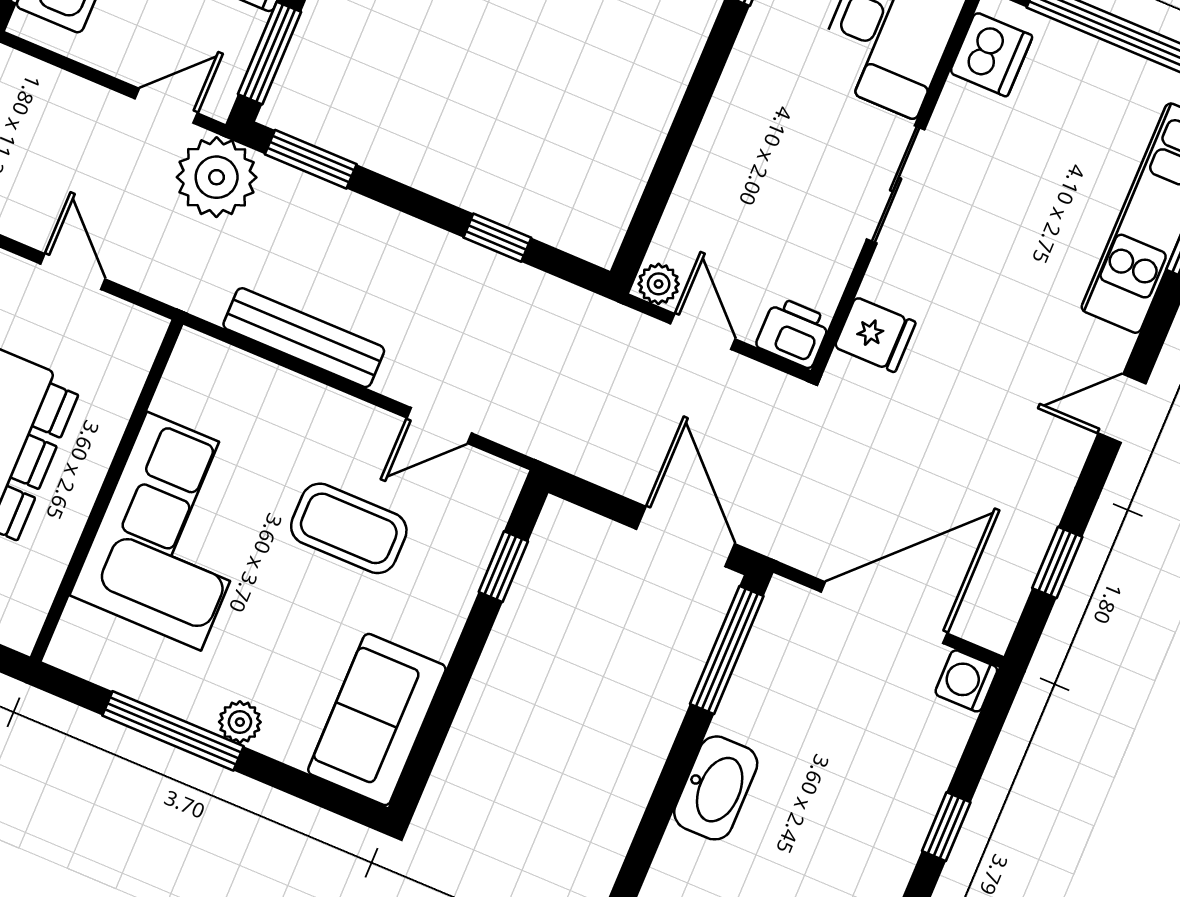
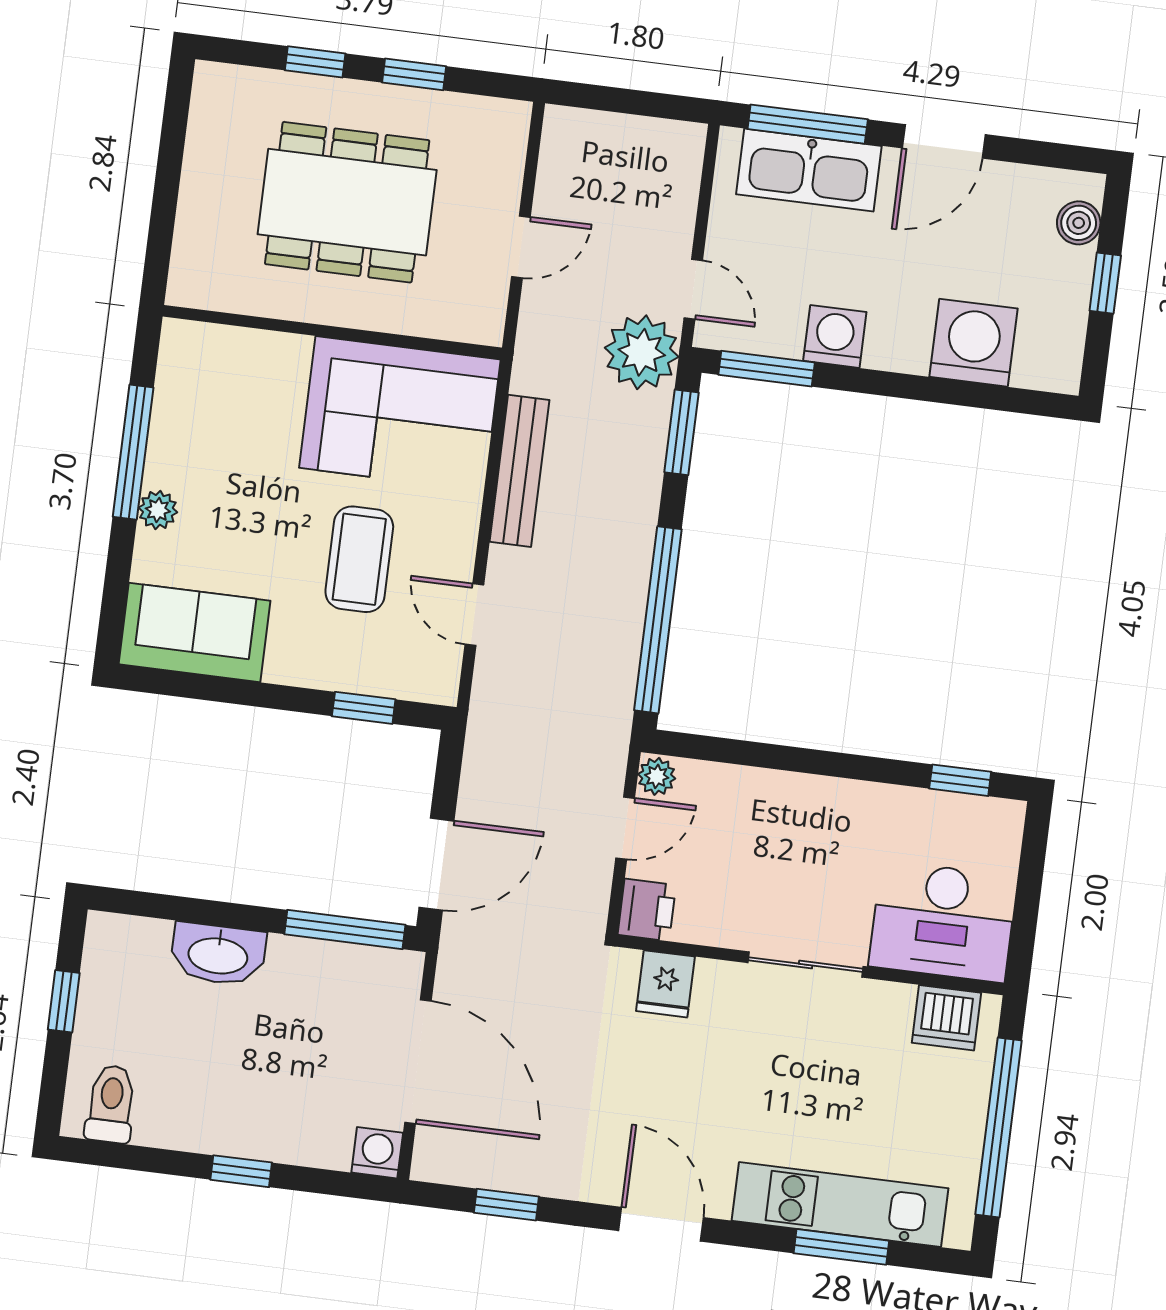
window: (497, 238) -> (658, 620), width x3.17
door: (1122, 408) -> (661, 1224), width x1.37
corner sofa: (174, 531) -> (400, 414), moved

